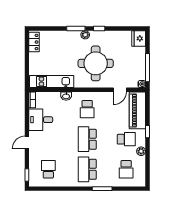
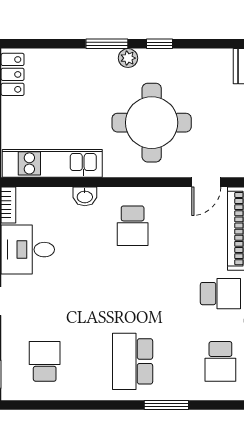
school desk: (87, 139) -> (133, 294), removed

